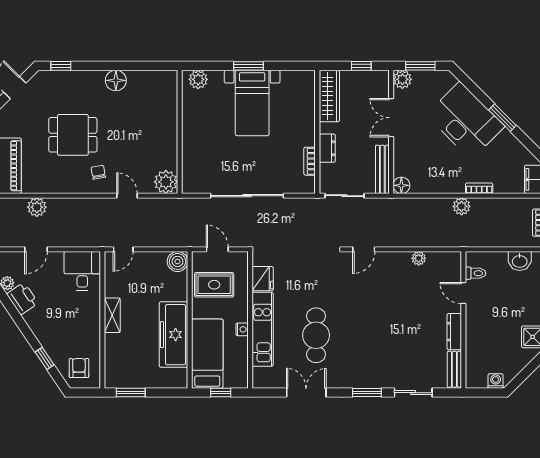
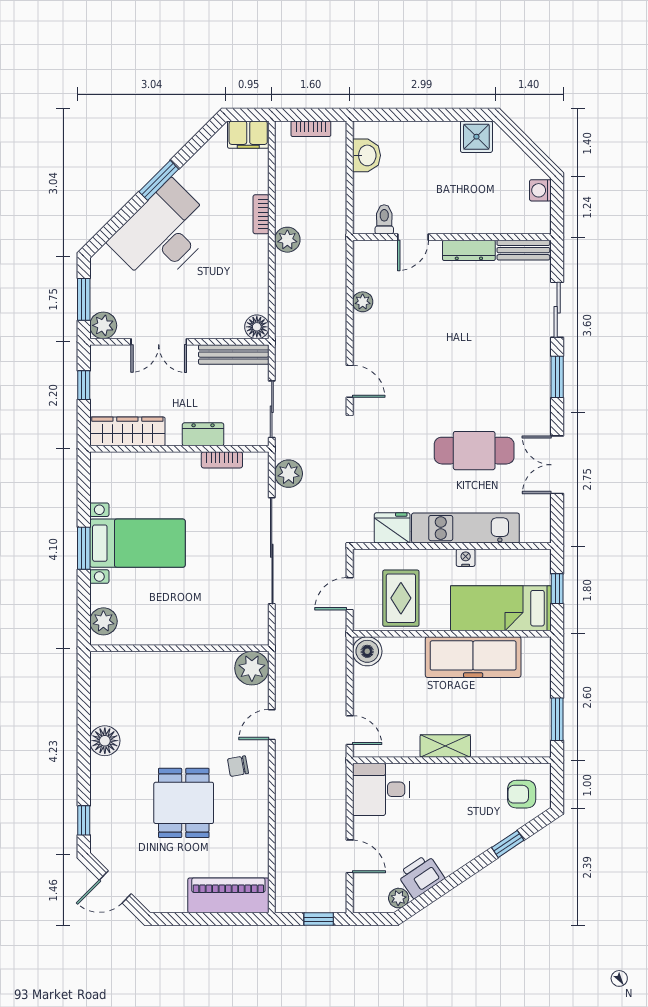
plant: (37, 207) -> (289, 474), moved

